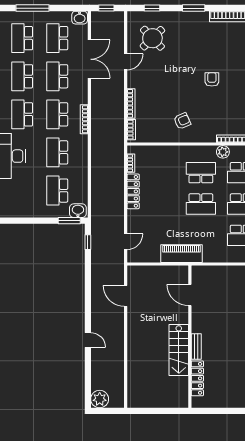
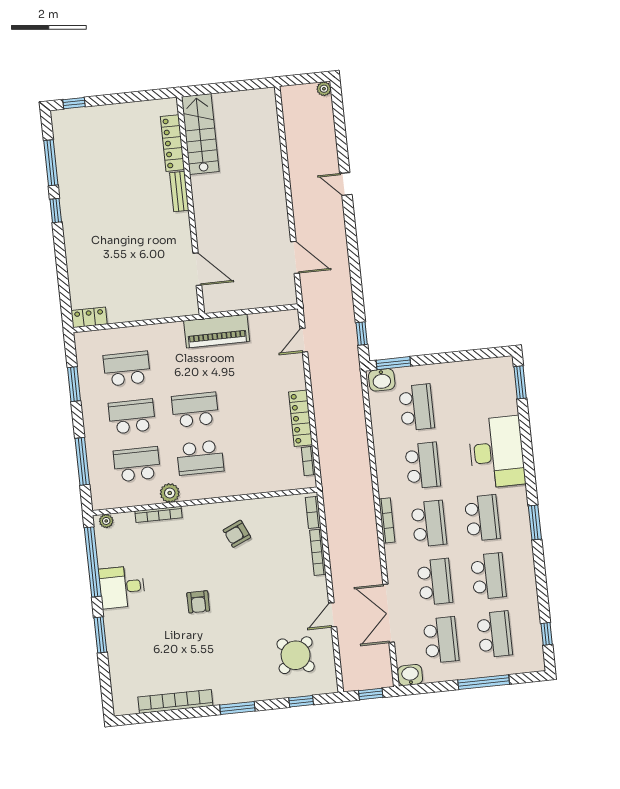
stairs: (179, 350) -> (200, 134), moved
plant: (100, 399) -> (324, 89), width x0.53, depth x0.53

